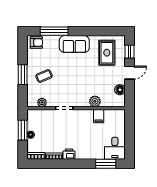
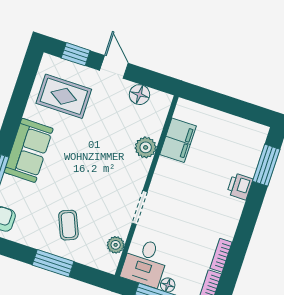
filing cabinet: (99, 116) -> (178, 140), width x2.00
desk: (115, 148) -> (145, 262), moved, turned 90
printer: (69, 154) -> (240, 186), moved

